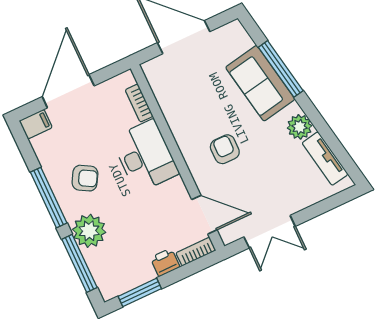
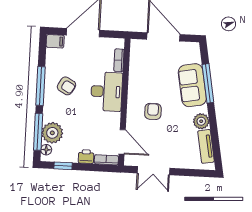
plant: (89, 231) -> (52, 133), moved
floor lamp: (104, 282) -> (46, 150), added
window: (140, 292) -> (63, 166), width x0.67

